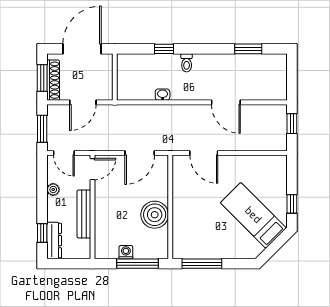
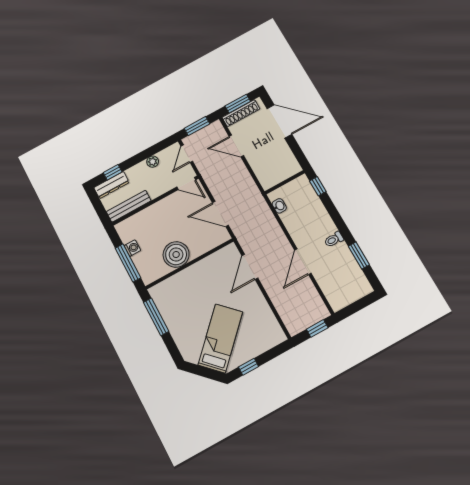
toilet: (187, 63) -> (334, 239), moved
wall: (115, 77) -> (285, 182), moved
bench: (84, 214) -> (129, 206), moved

